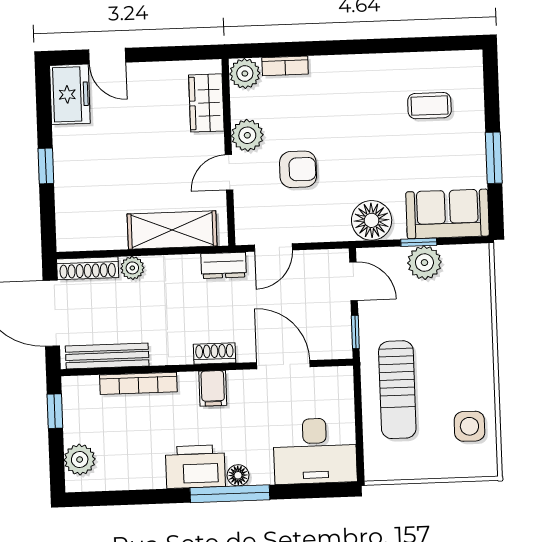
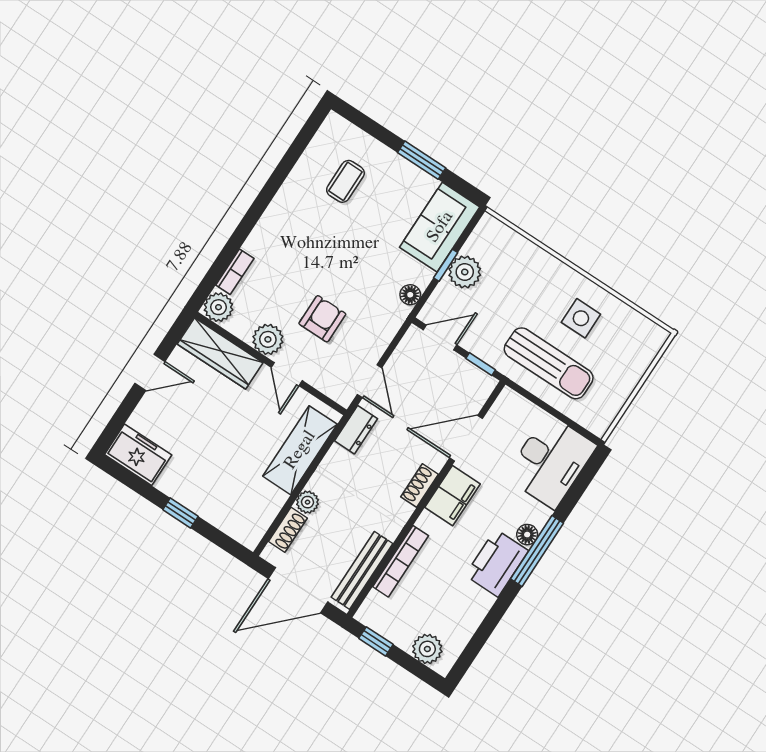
door: (107, 56) -> (150, 372), moved
wardrobe: (206, 103) -> (220, 353), width x1.50
floor lamp: (372, 220) -> (410, 295), width x0.53, depth x0.53
shoe rack: (88, 268) -> (288, 530), width x0.70
filing cabinet: (213, 388) -> (452, 496), width x2.00
side table: (469, 426) -> (581, 318), moved

